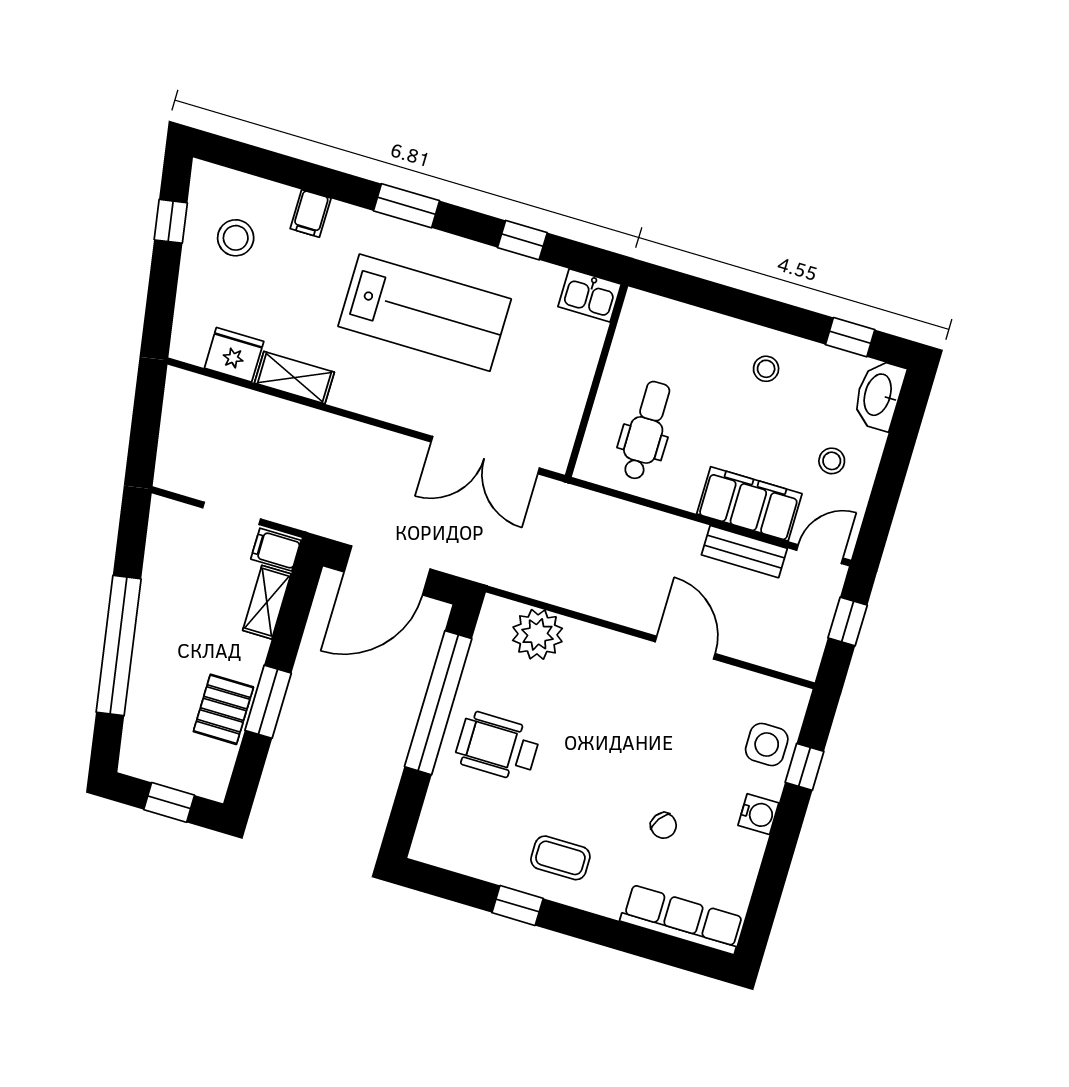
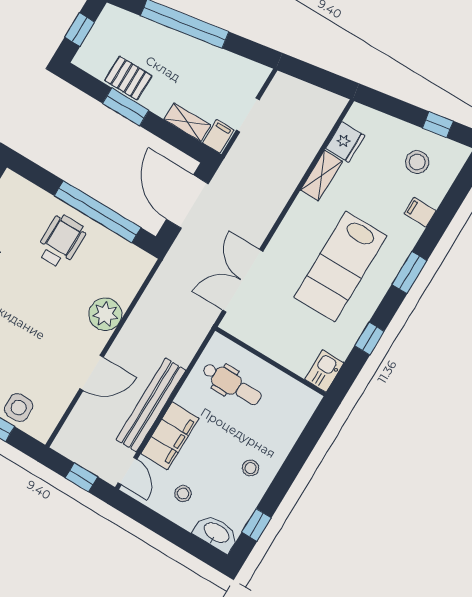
bench: (744, 552) -> (151, 405), width x1.86, depth x1.21
plant: (537, 634) -> (105, 314), moved

